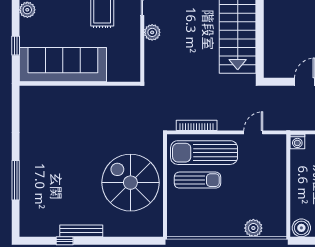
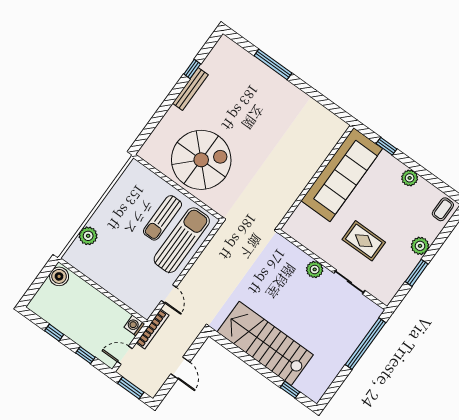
bookcase: (197, 125) -> (153, 329), moved

